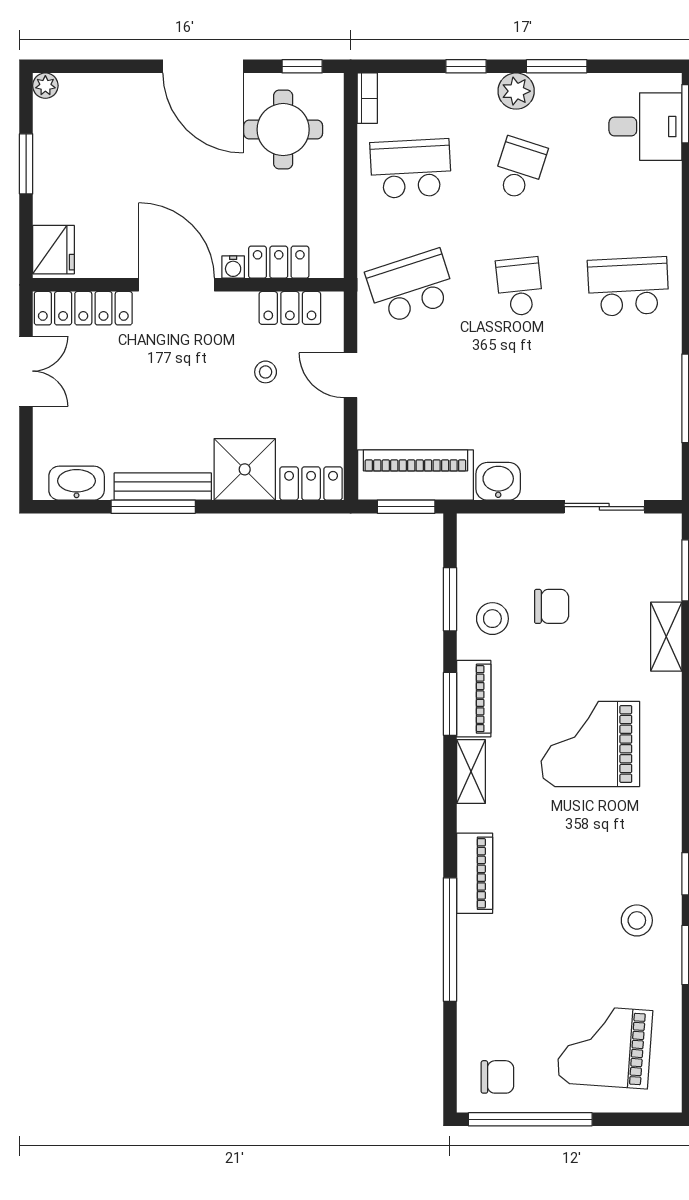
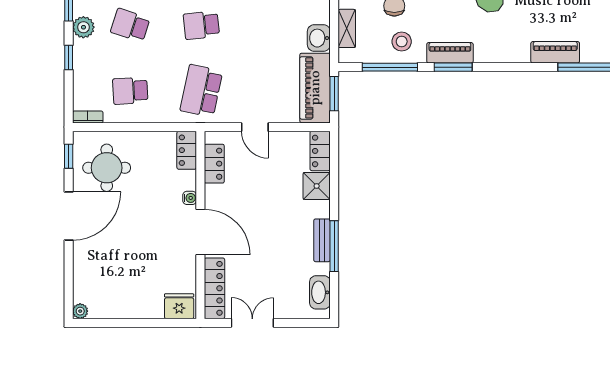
window: (26, 164) -> (127, 323), removed
school desk: (411, 169) -> (130, 91), width x0.54
locker: (279, 262) -> (187, 150), moved
door: (177, 285) -> (200, 232), swing flipped
school desk: (411, 287) -> (201, 91), turned 30
stool: (266, 372) -> (253, 178), removed
door: (351, 375) -> (255, 127), hinge flipped
shower: (245, 469) -> (317, 186), width x0.73, depth x0.73
bench: (163, 487) -> (322, 240), width x0.73
window: (450, 599) -> (390, 67), width x1.44
shelving: (471, 772) -> (347, 28), moved, turned 90

